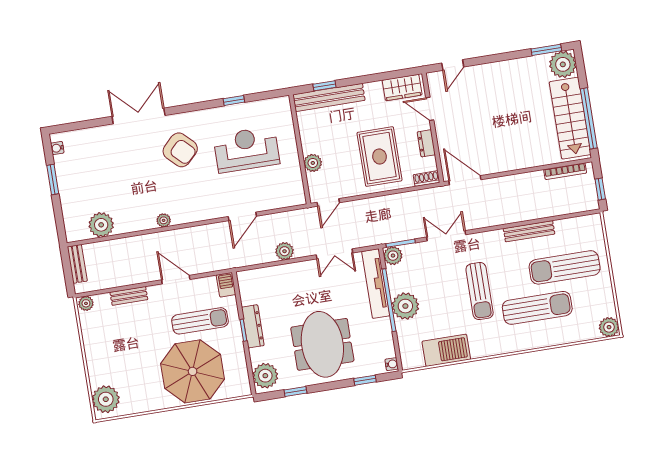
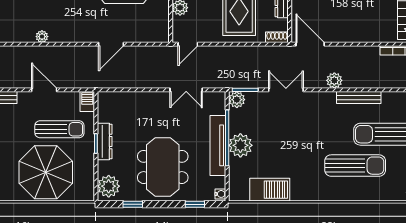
plant: (285, 251) -> (334, 80), moved
tv unit: (376, 284) -> (218, 145), moved
sun lounger: (480, 291) -> (307, 143), removed

